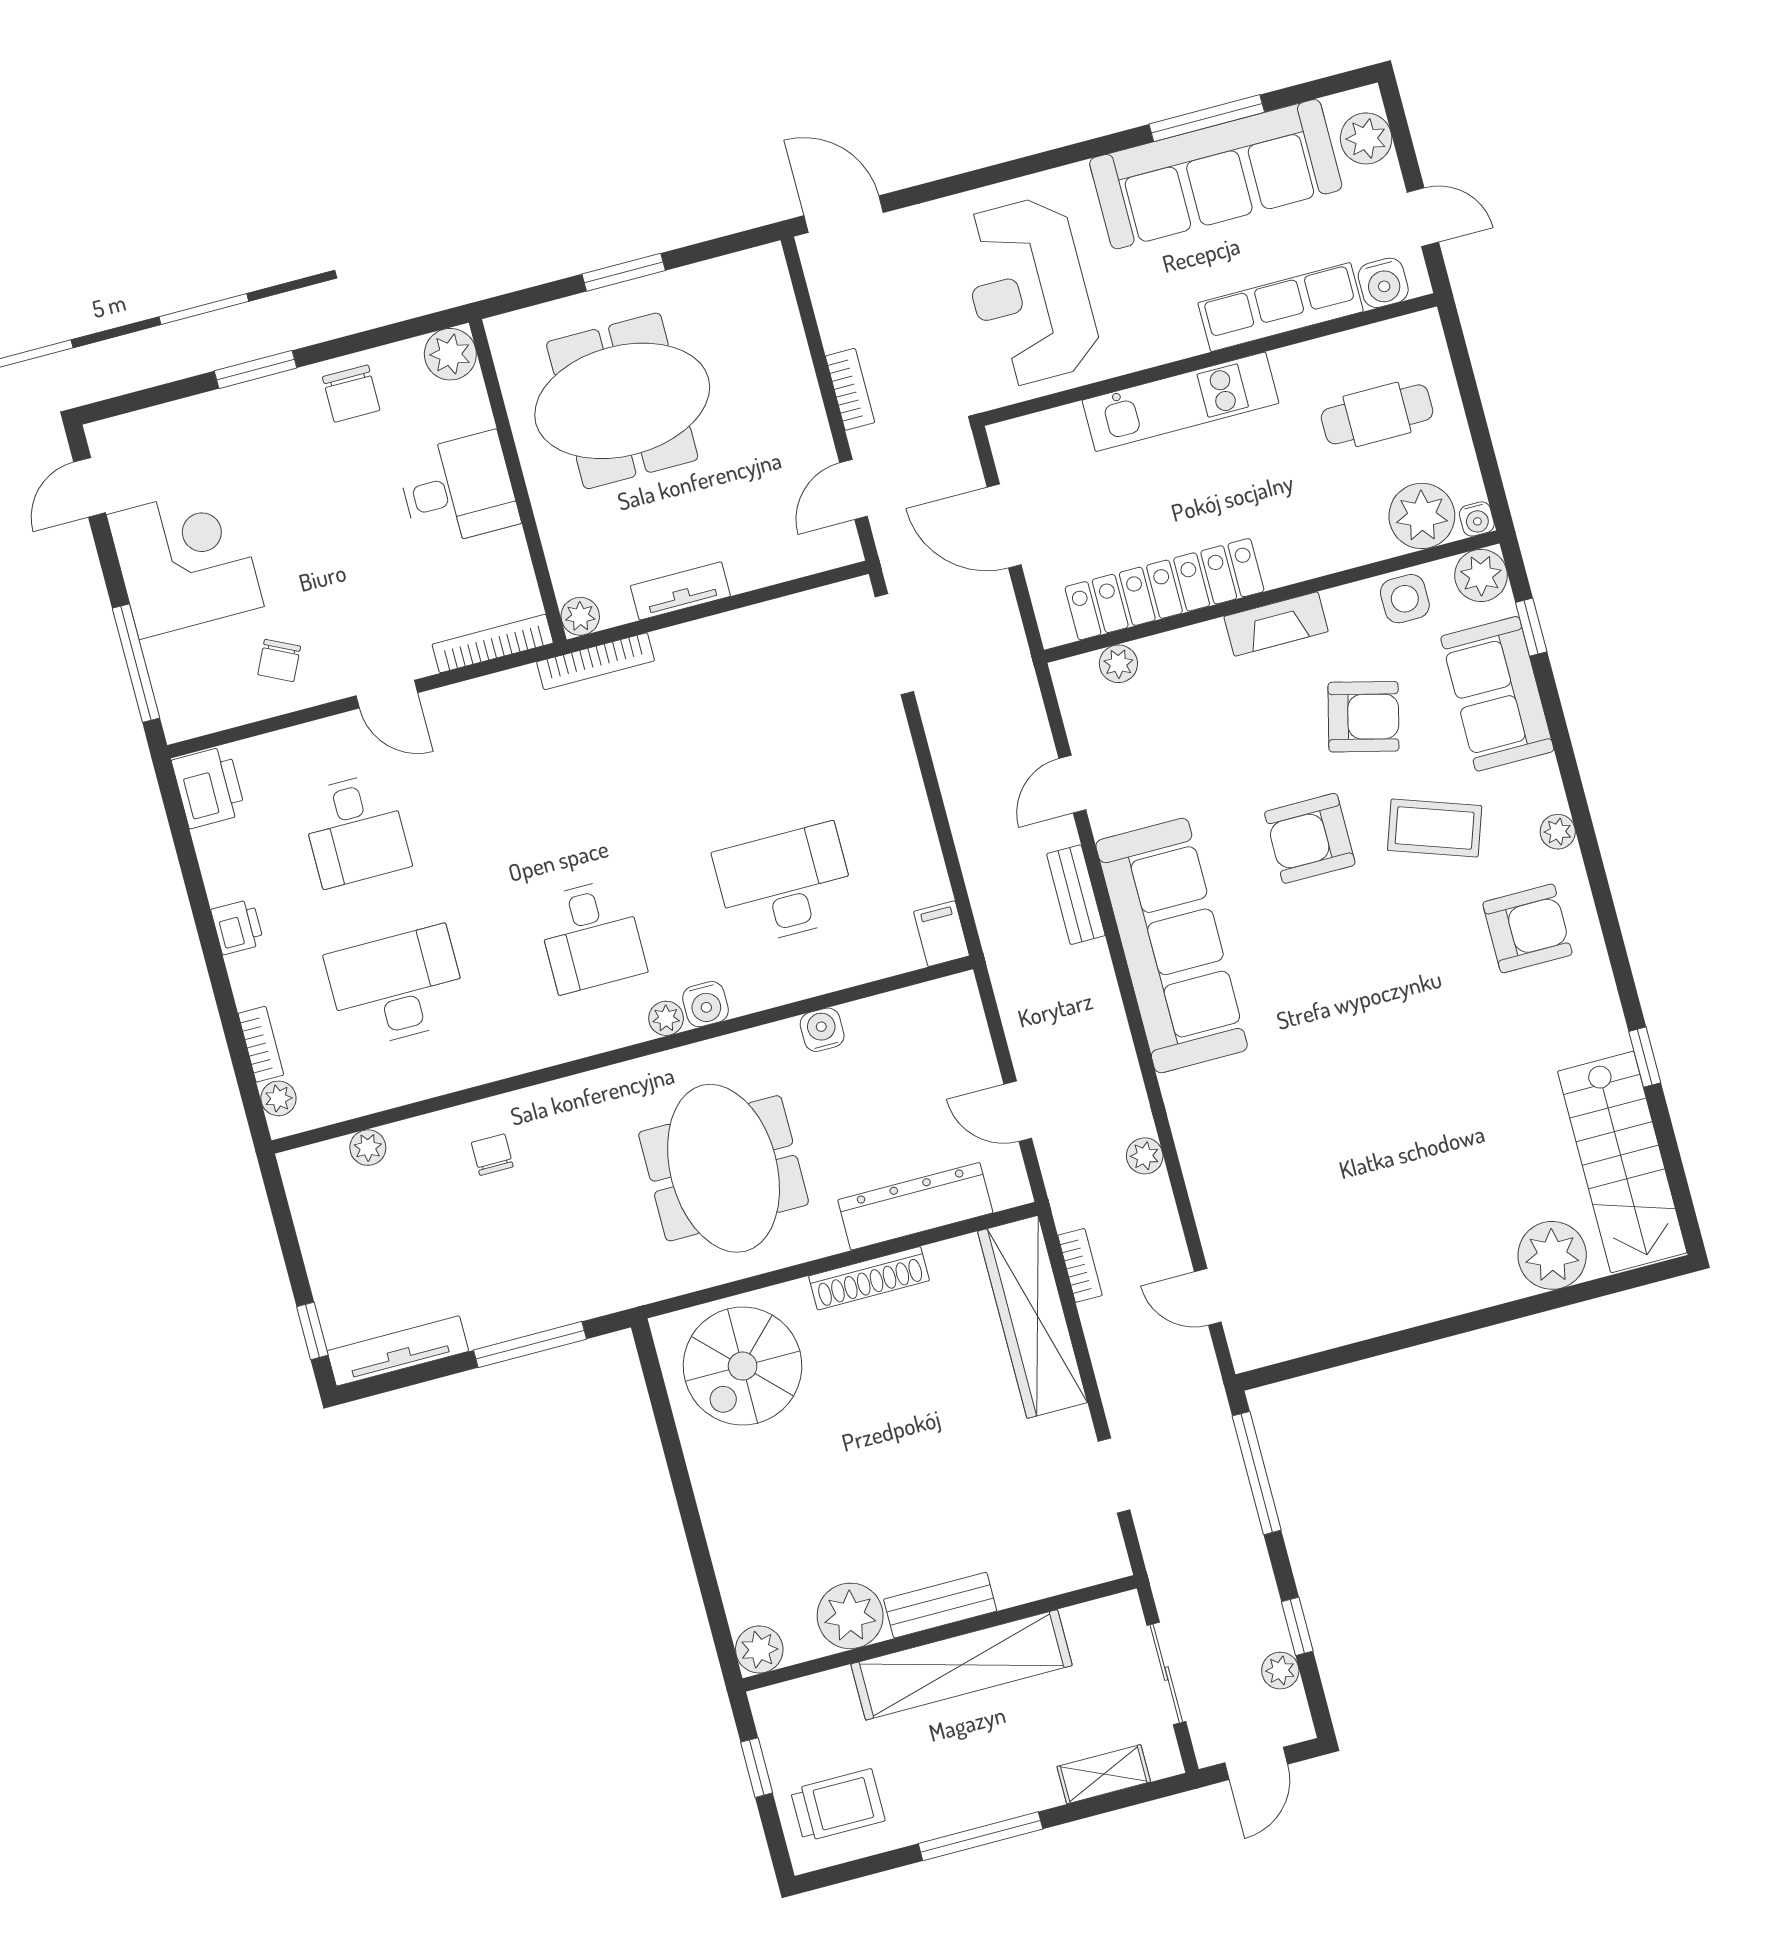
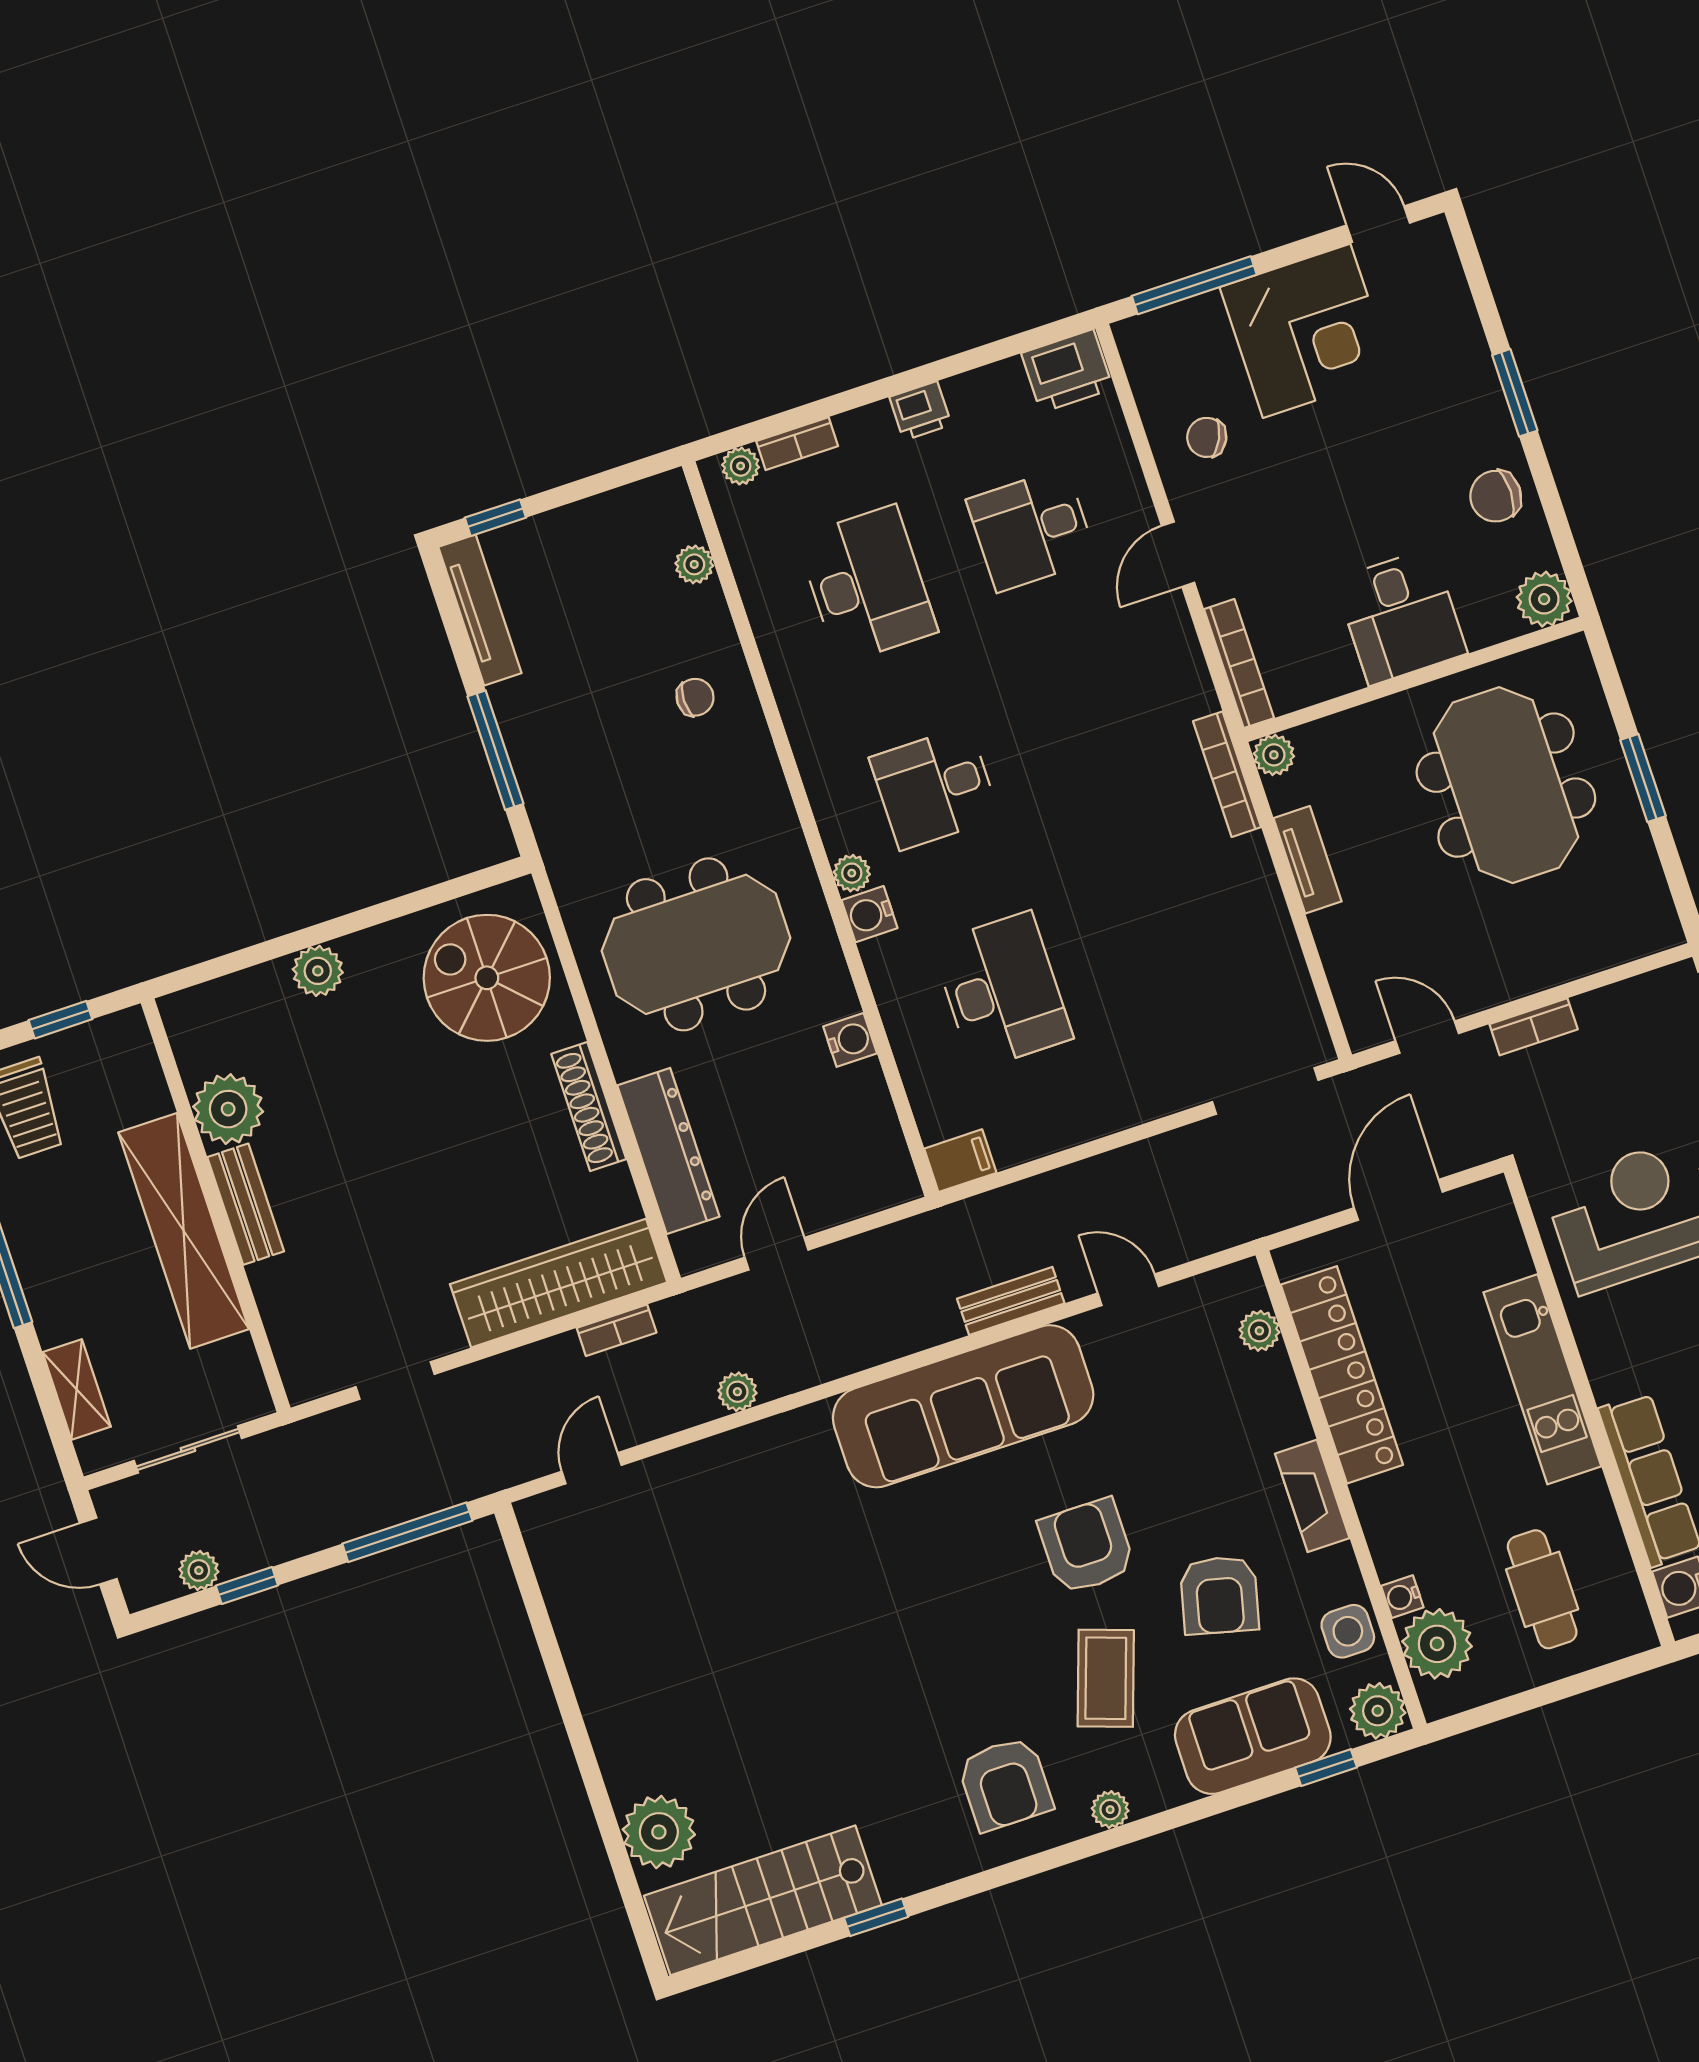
water cooler: (1477, 519) -> (1402, 1597), moved
plant: (759, 1650) -> (318, 971), moved

